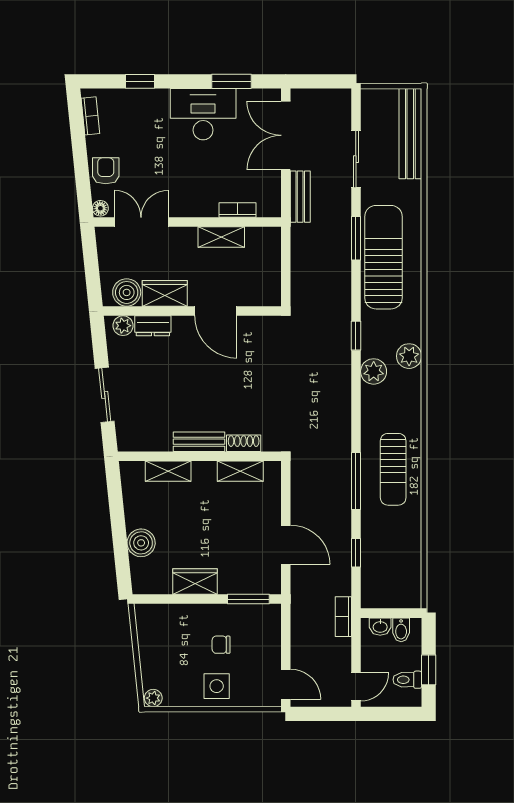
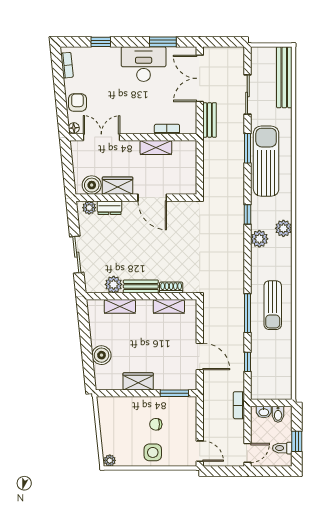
plant: (159, 439) -> (114, 284), added

